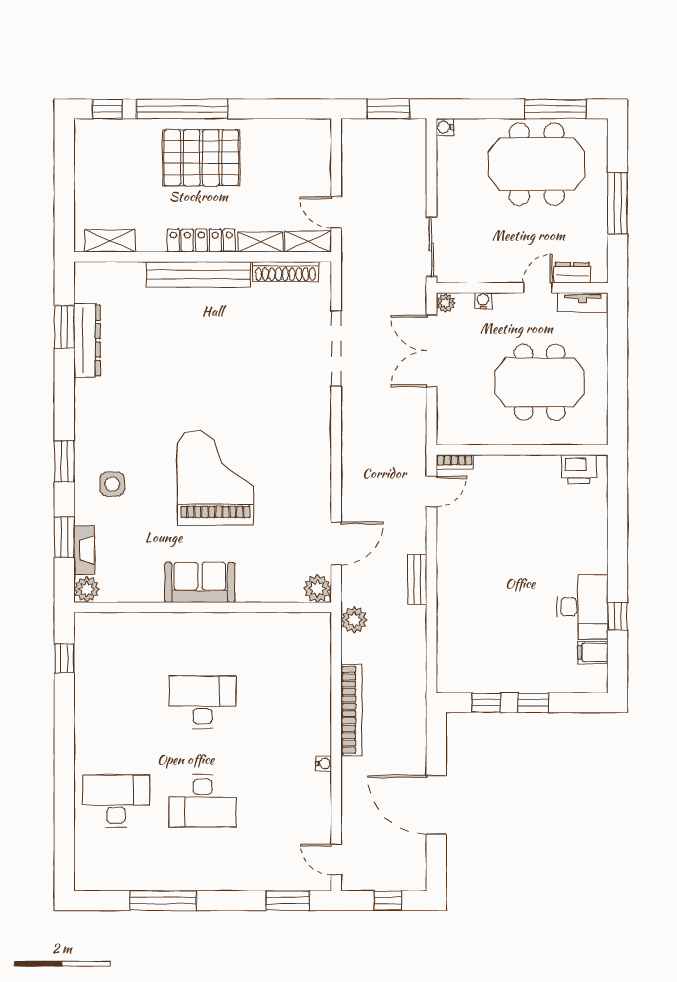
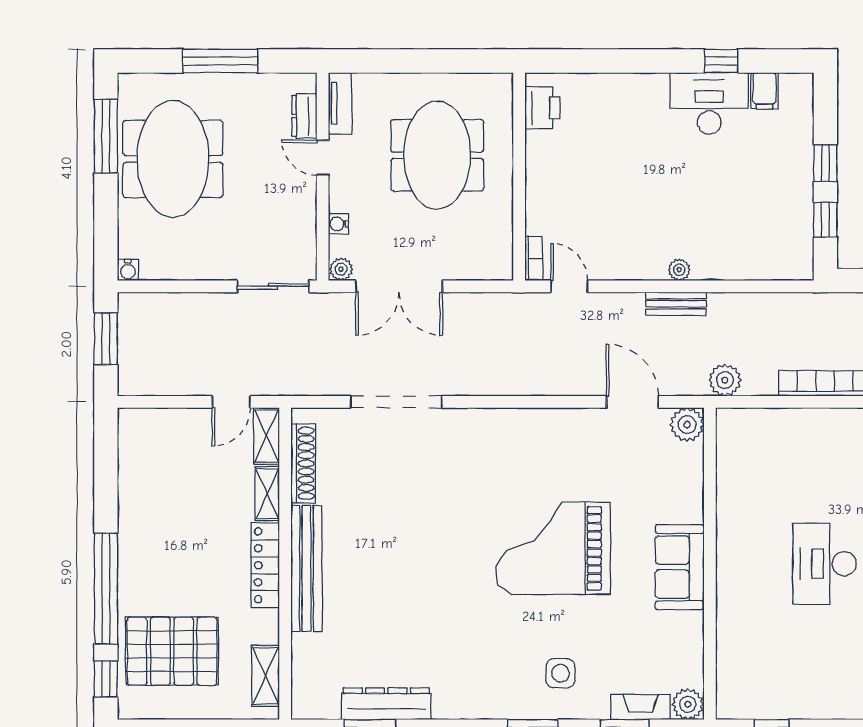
pallet: (201, 158) -> (172, 651), moved, turned 90
plant: (445, 582) -> (679, 270), added

